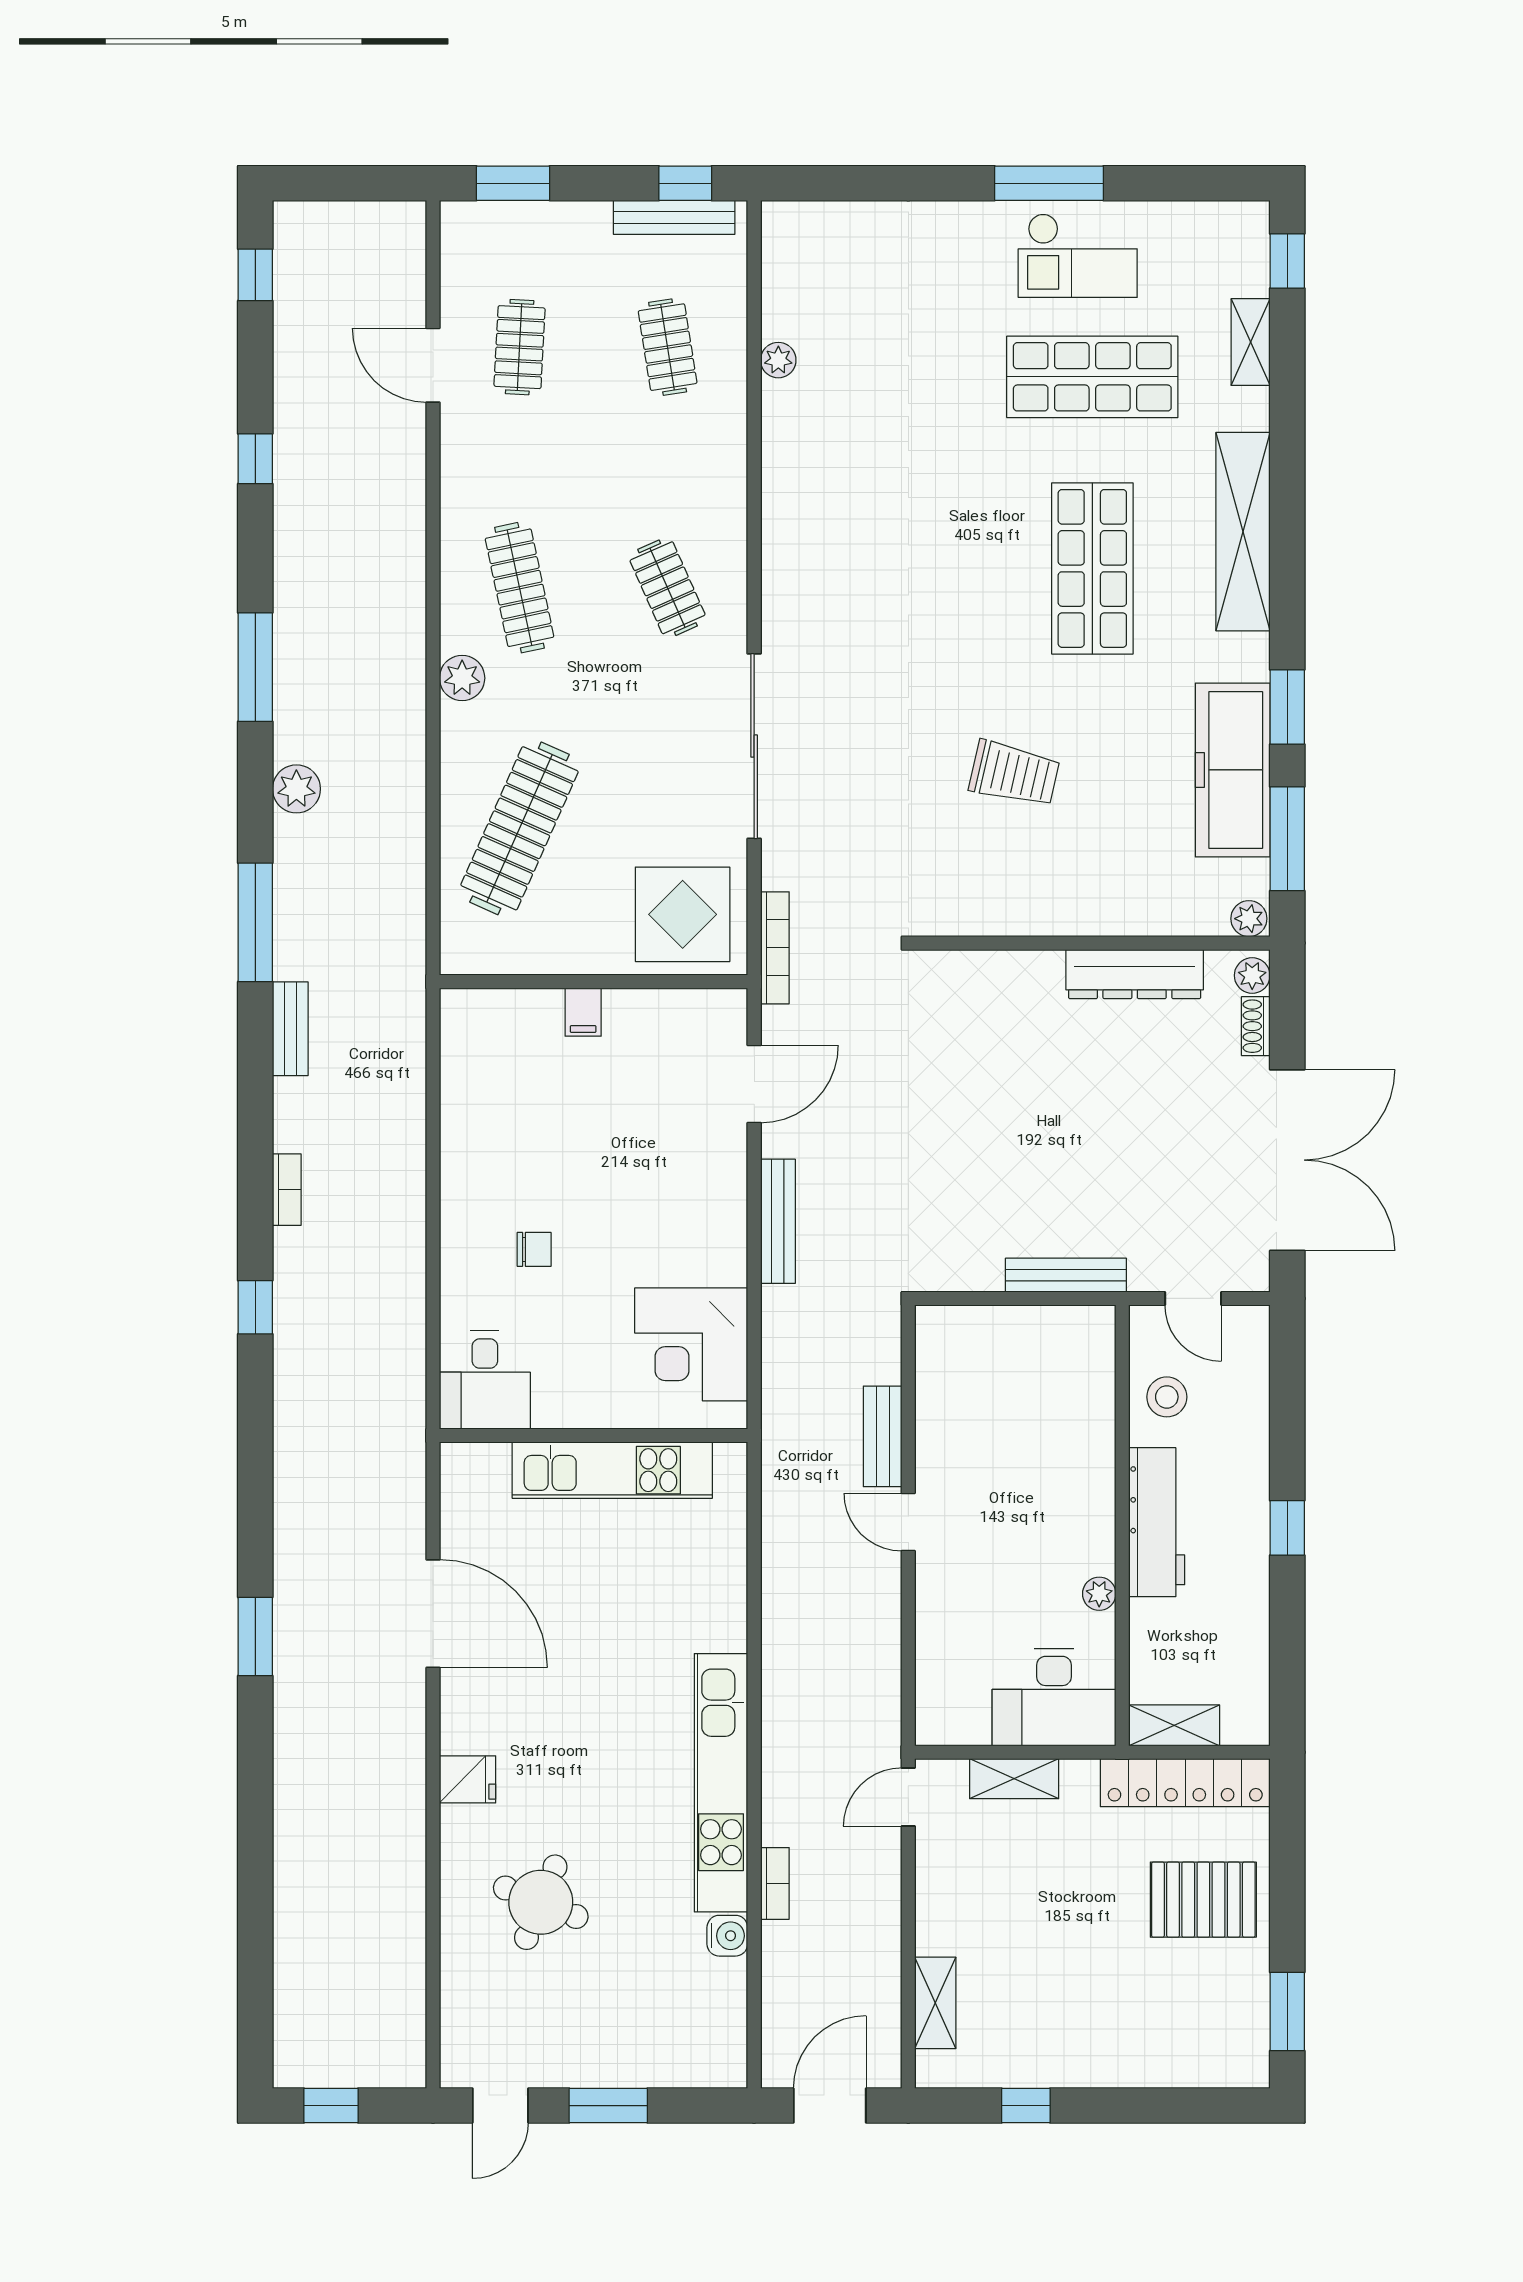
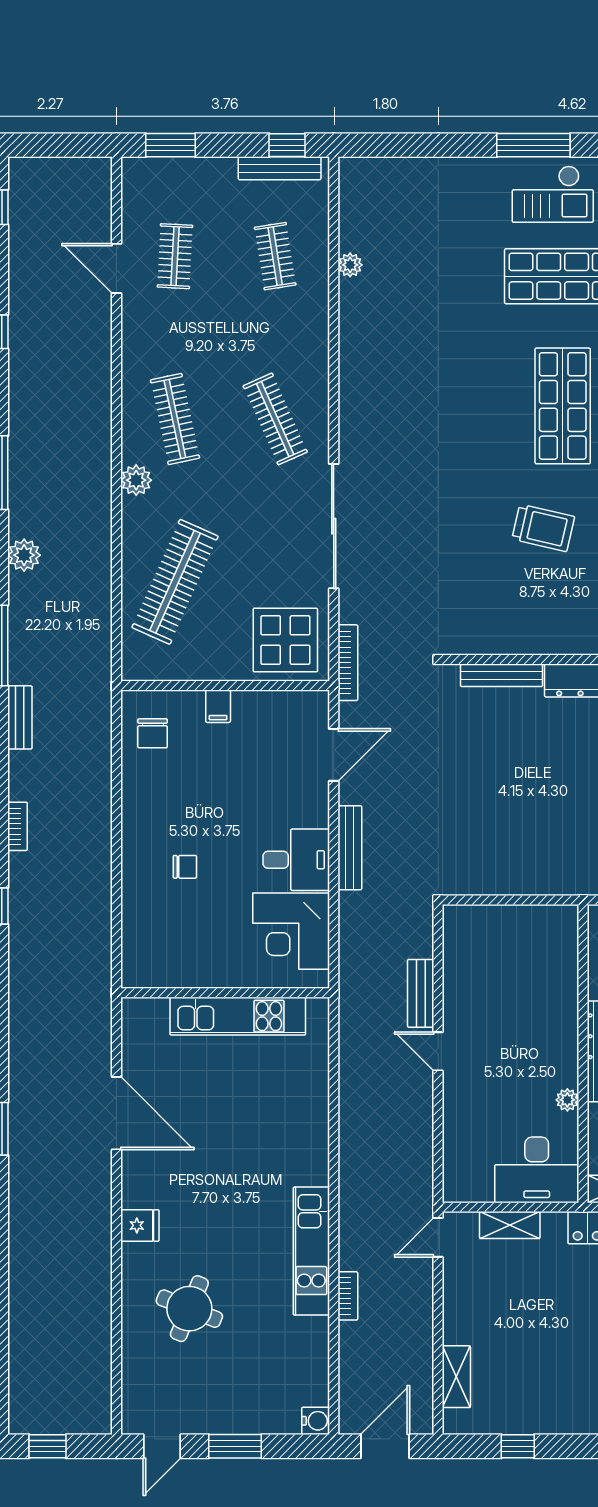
clothes rail: (668, 588) -> (275, 419), width x1.36
trolley: (1014, 774) -> (543, 528), moved
chair: (486, 1052) -> (153, 733), added
bench: (1066, 1275) -> (501, 675), moved
desk: (485, 1380) -> (296, 860), moved, turned -90
kitchen unit: (721, 1783) -> (311, 1251), width x0.73
water cooler: (727, 1936) -> (316, 1421), moved

